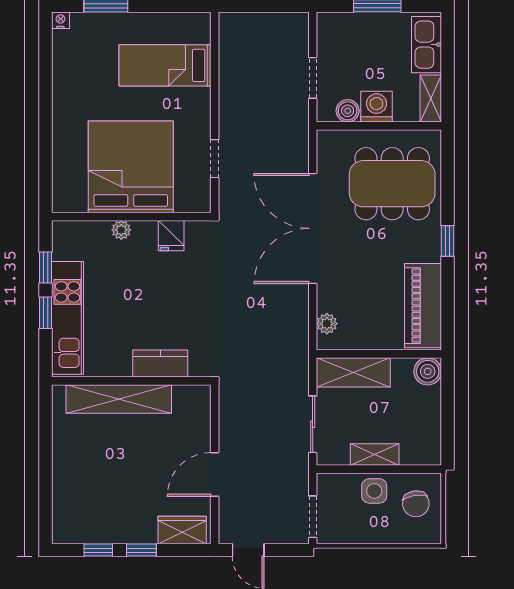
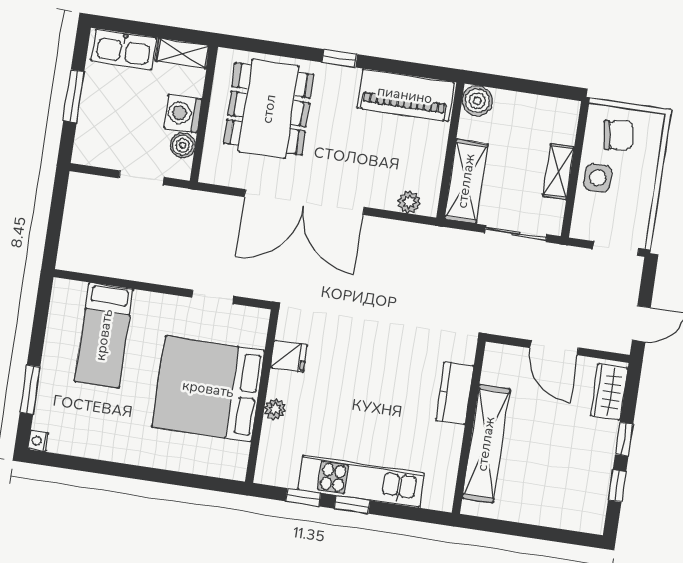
kitchen counter: (160, 364) -> (455, 393), moved
wall: (131, 381) -> (469, 427), moved
shelving: (119, 399) -> (486, 444), moved

